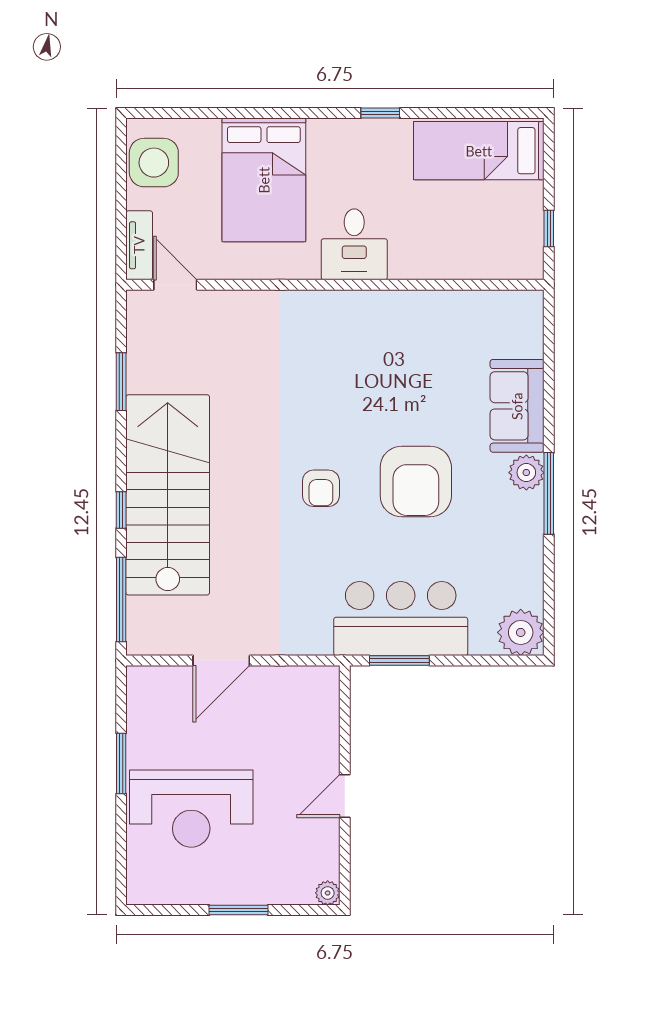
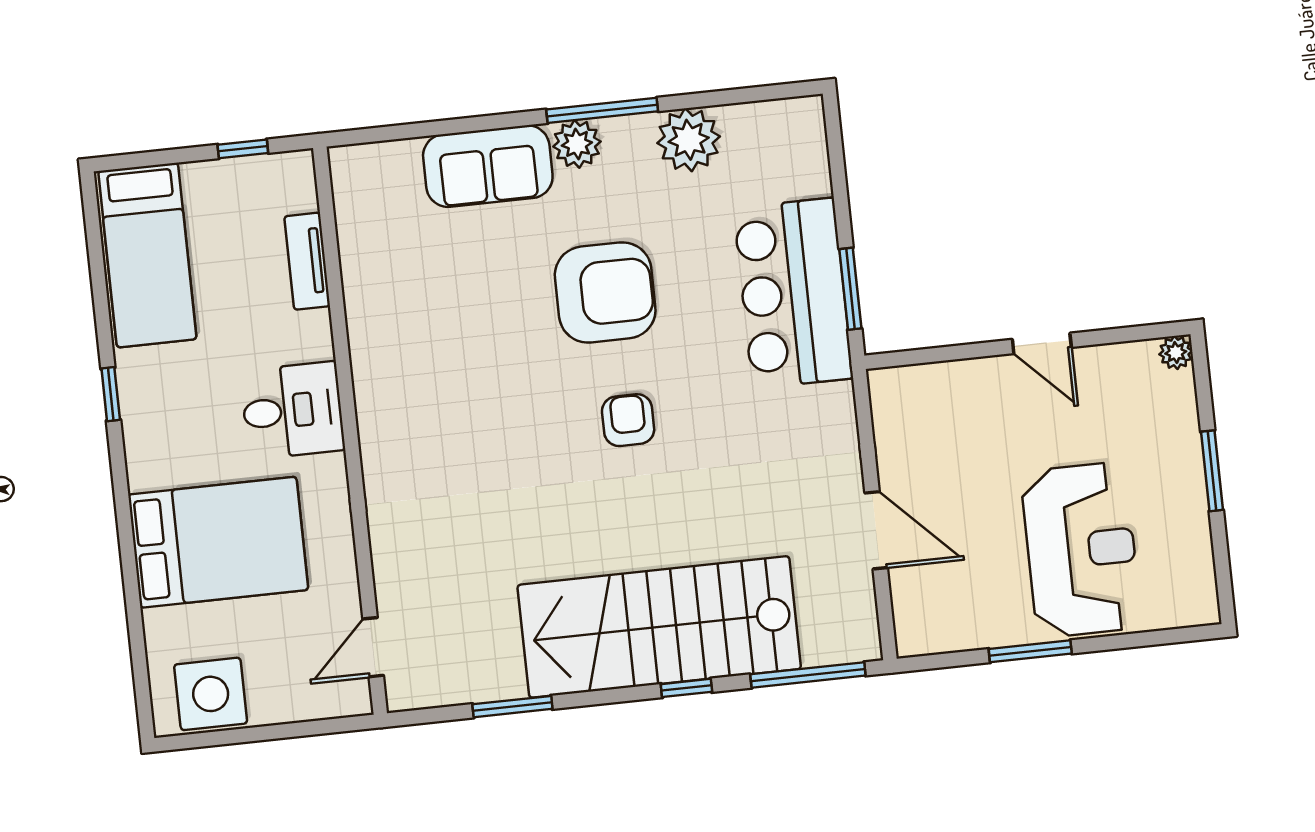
tv unit: (139, 245) -> (307, 261), moved, turned -90
armchair: (321, 488) -> (628, 420), turned -90
plant: (521, 632) -> (689, 140), moved

